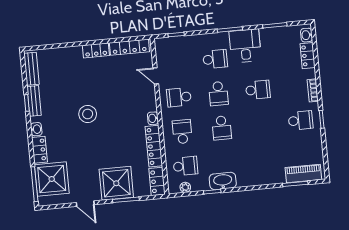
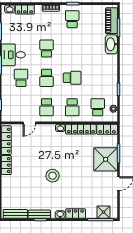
school desk: (218, 94) -> (47, 78), turned 90
school desk: (182, 132) -> (72, 107), turned -90
shower: (52, 179) -> (103, 212), width x0.54, depth x0.54
washbasin: (223, 181) -> (111, 44), moved

